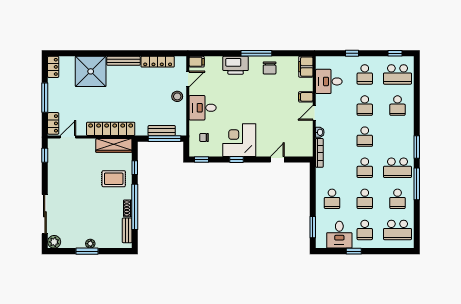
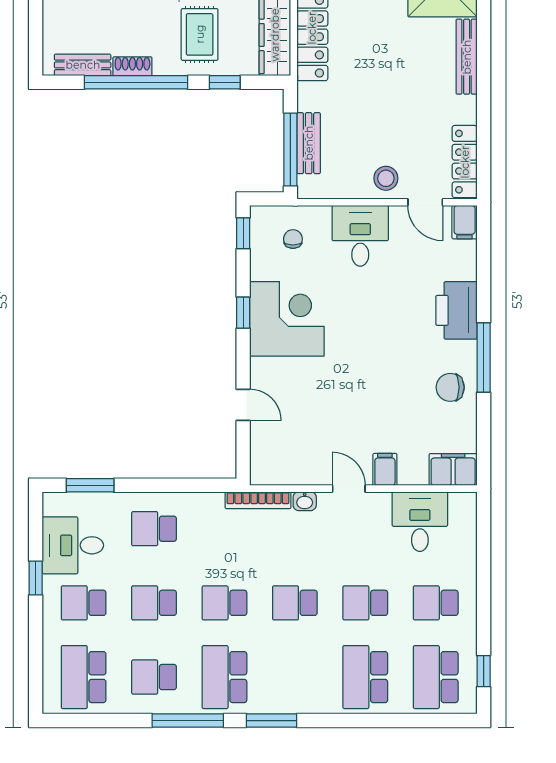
window: (352, 53) -> (484, 574), removed
locker: (158, 62) -> (465, 162), moved
school desk: (398, 106) -> (365, 677), width x1.85

